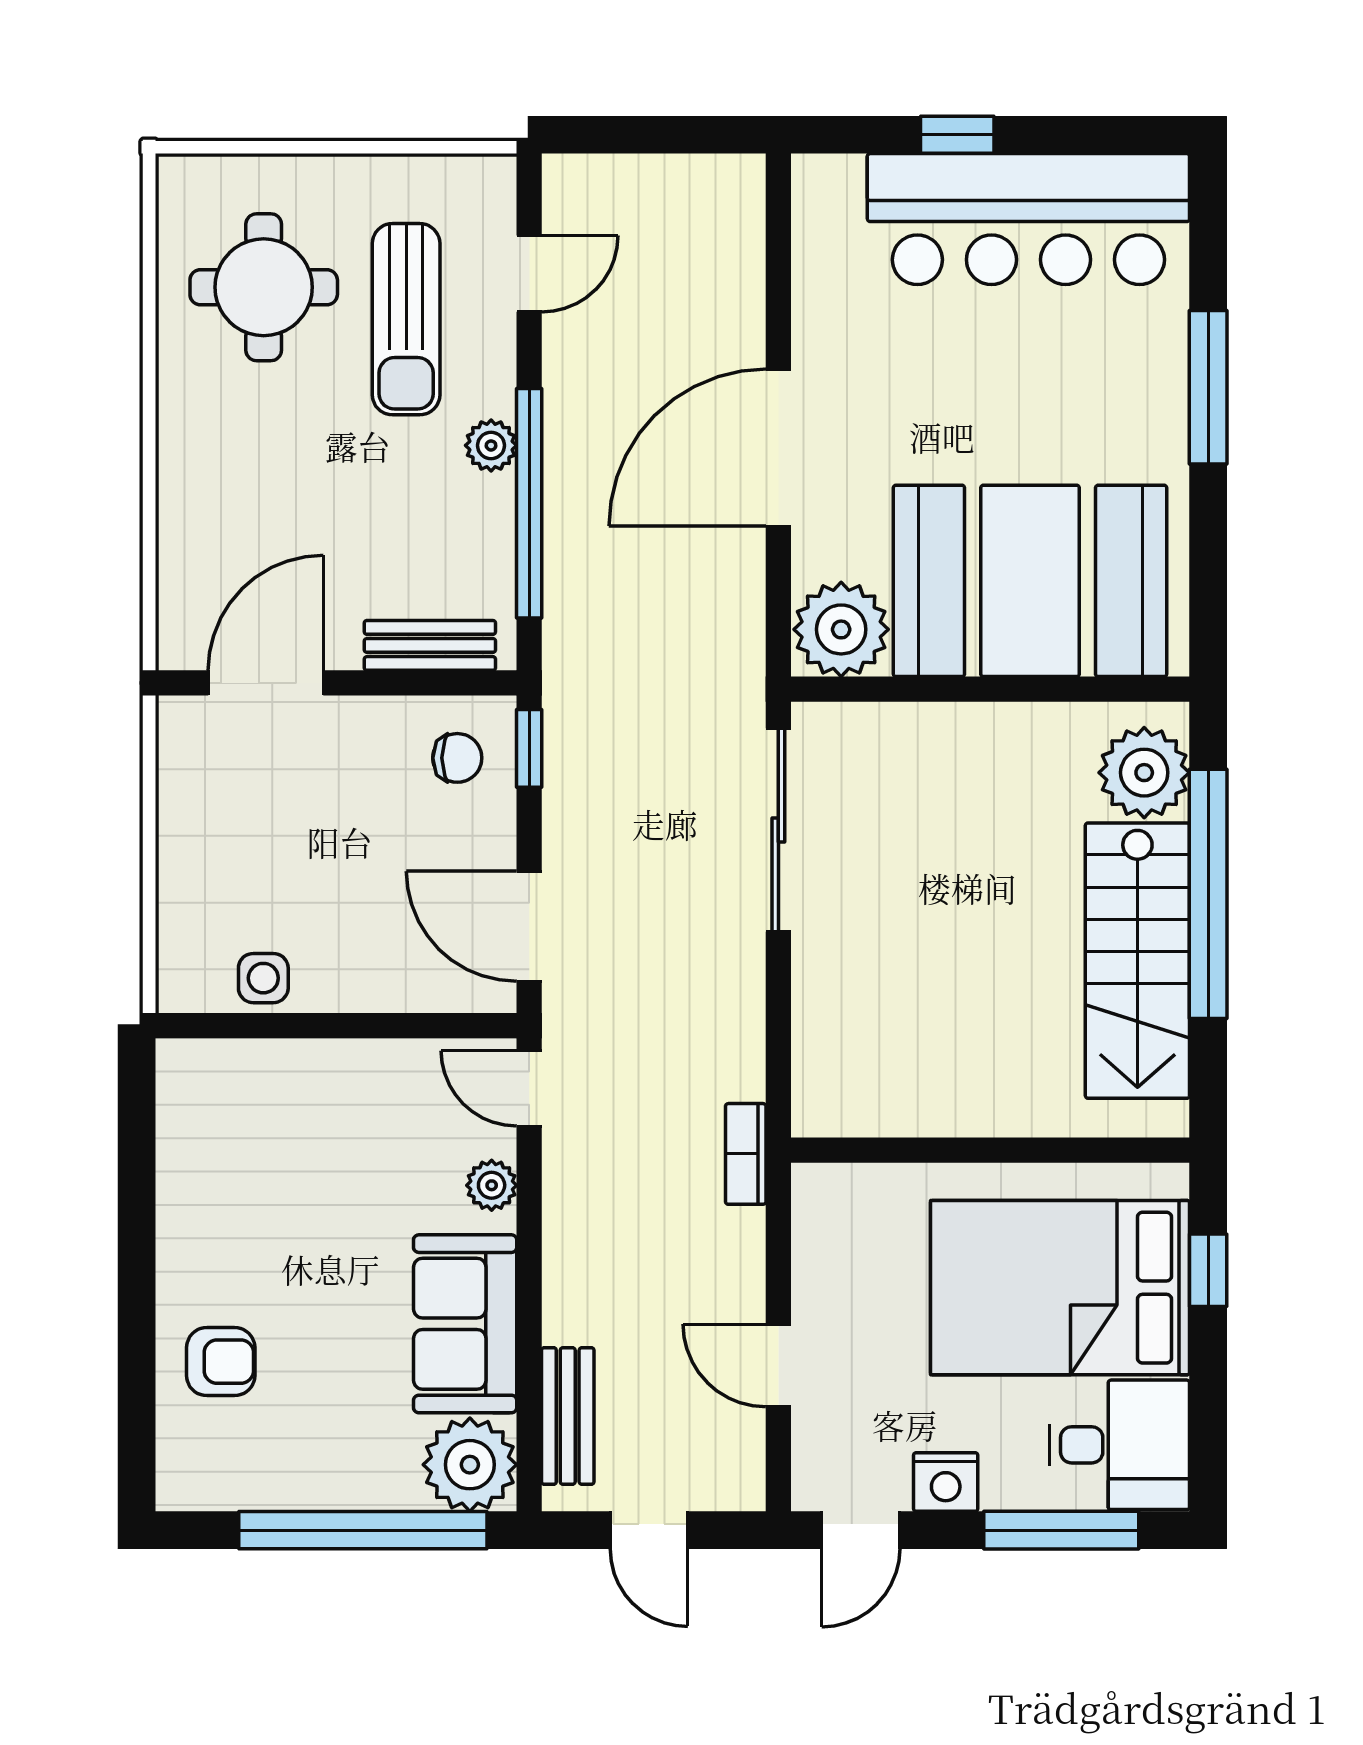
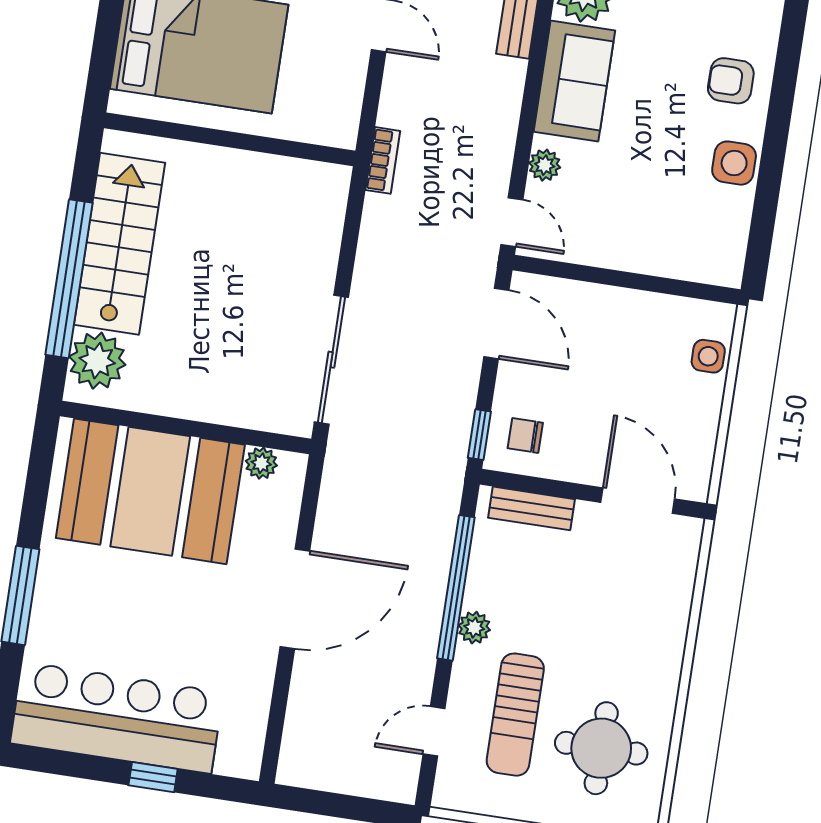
sun lounger: (406, 319) -> (515, 715), turned 180
plant: (841, 629) -> (261, 463), width x0.53, depth x0.53
door: (266, 683) -> (638, 501), swing flipped
side table: (263, 978) -> (708, 356), moved
side table: (196, 1234) -> (734, 163), added
window: (1208, 1270) -> (105, 43), removed

